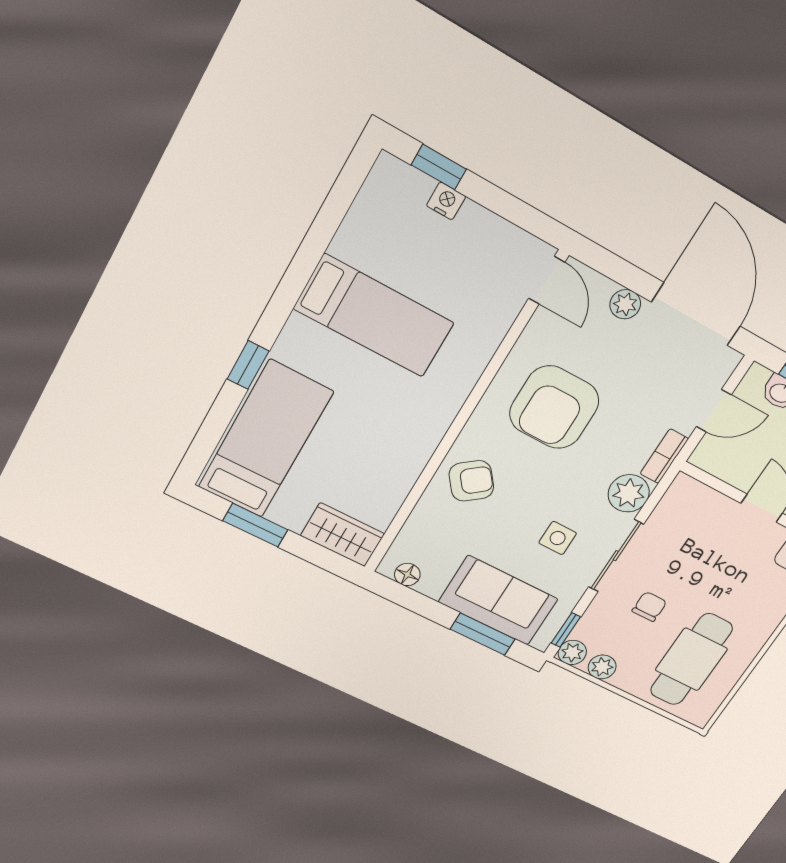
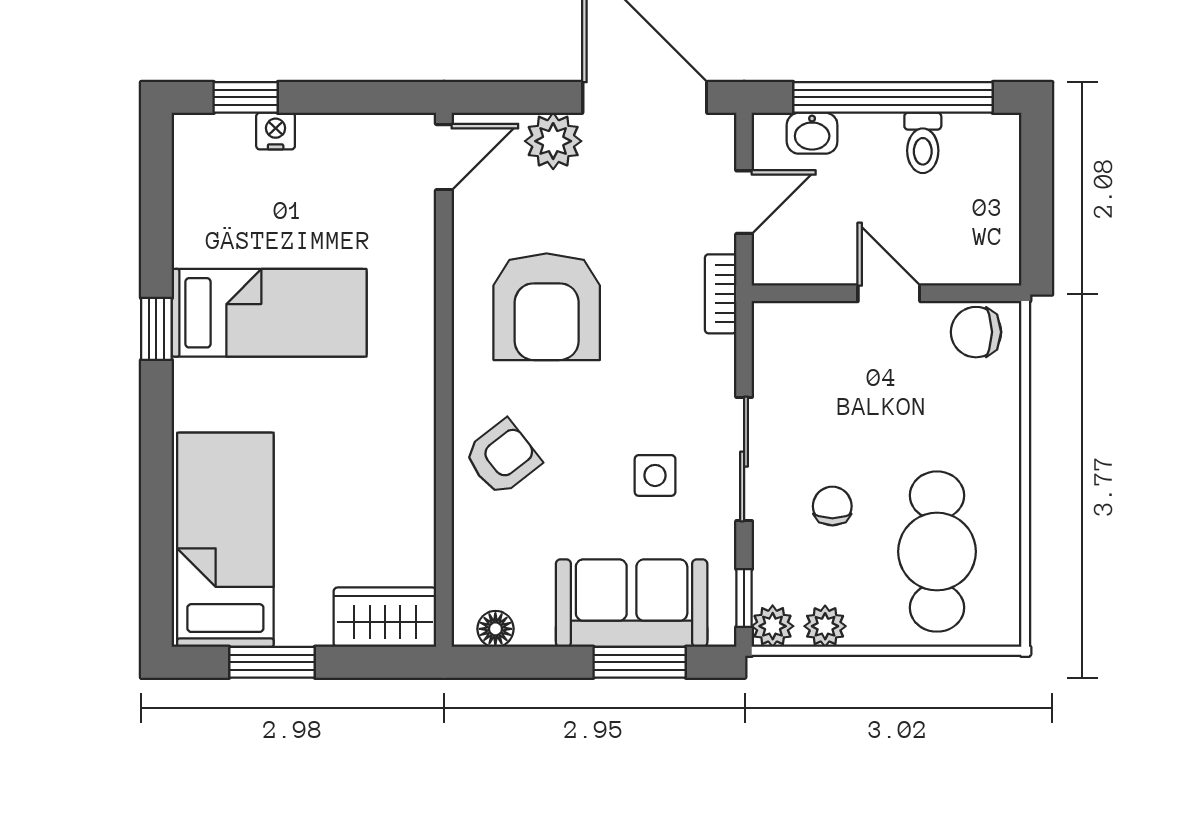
door: (547, 280) -> (444, 157), hinge flipped
plant: (625, 304) -> (553, 141), width x1.38, depth x1.38
window: (248, 365) -> (156, 329), moved
plant: (629, 493) -> (707, 367), removed

